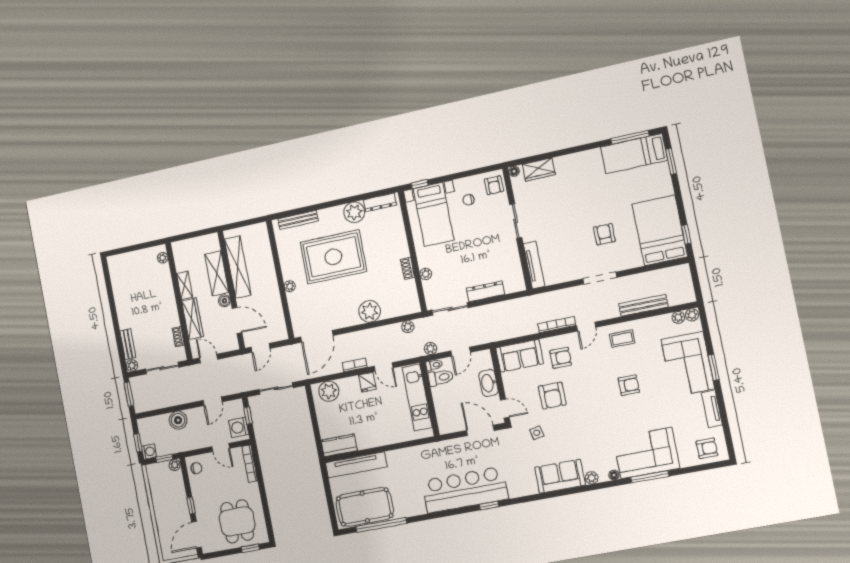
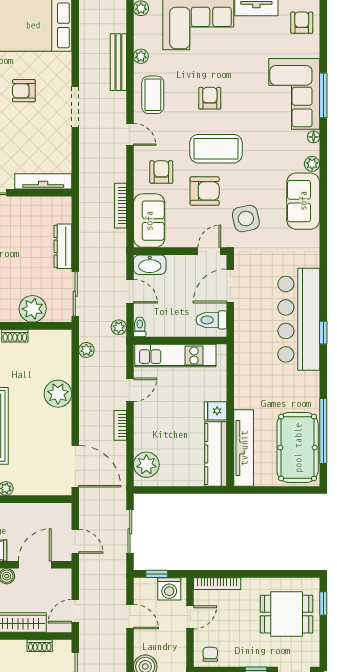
plant: (426, 274) -> (33, 309), width x1.88, depth x1.88
plant: (678, 317) -> (141, 56), moved
bookcase: (557, 325) -> (120, 206), moved
coffee table: (622, 339) -> (153, 95), width x1.36, depth x1.30
toilet: (441, 377) -> (211, 320), moved, turned -90
fridge: (367, 382) -> (215, 411), moved, turned 180
washbasin: (488, 383) -> (150, 265), moved
coffee table: (588, 398) -> (216, 149), added
side table: (537, 433) -> (246, 219), width x1.87, depth x1.87
kitchen counter: (339, 445) -> (216, 454), width x1.50
window: (489, 506) -> (323, 333), moved

